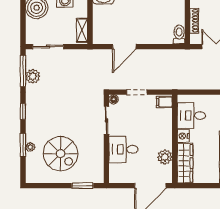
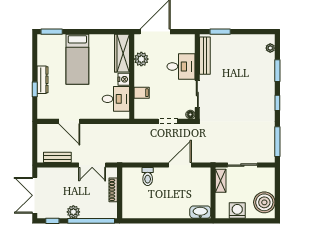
toilet: (179, 35) -> (148, 177), moved
sliding door: (48, 47) -> (242, 165), moved
plant: (33, 76) -> (268, 137), removed
filing cabinet: (164, 102) -> (142, 93), moved
plant: (30, 147) -> (270, 48), moved
spiral stairs: (61, 154) -> (241, 62), removed
bench: (98, 161) -> (205, 56), added

